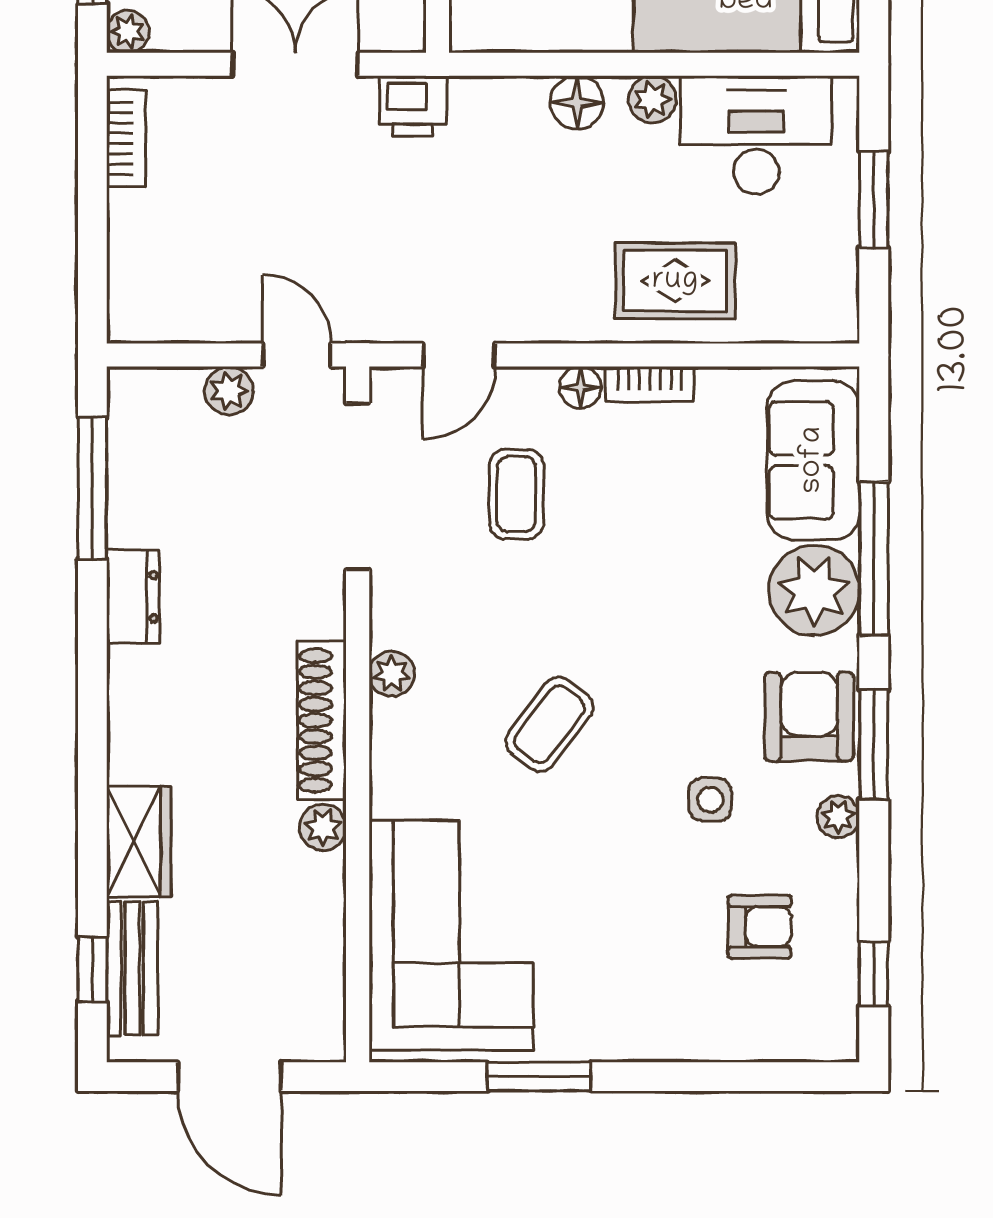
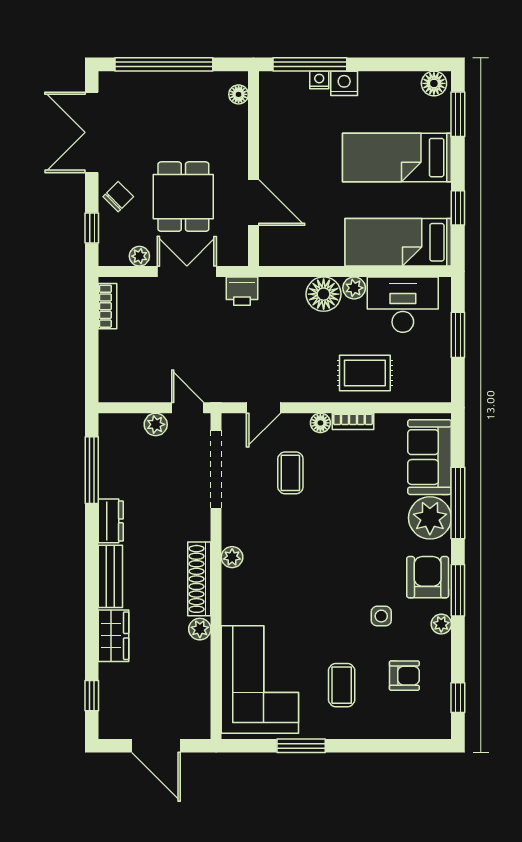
plant: (128, 32) -> (139, 256), moved
floor lamp: (577, 102) -> (324, 294), width x1.38, depth x1.38
coffee table: (549, 724) -> (342, 685), moved, turned -37
bench: (132, 968) -> (110, 576), moved

